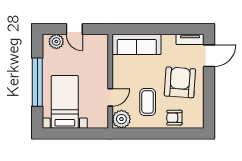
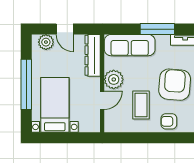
window: (163, 29) -> (157, 29), added
dresser: (101, 54) -> (93, 55), added
plant: (121, 119) -> (114, 79), moved

